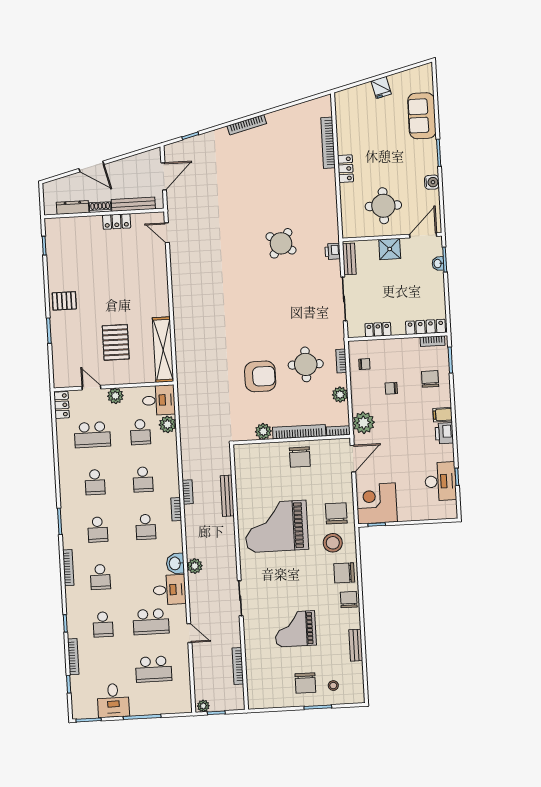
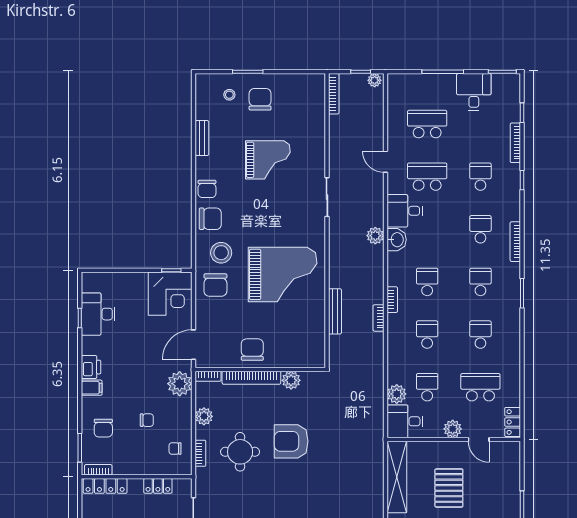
bookcase: (238, 666) -> (334, 94), moved

